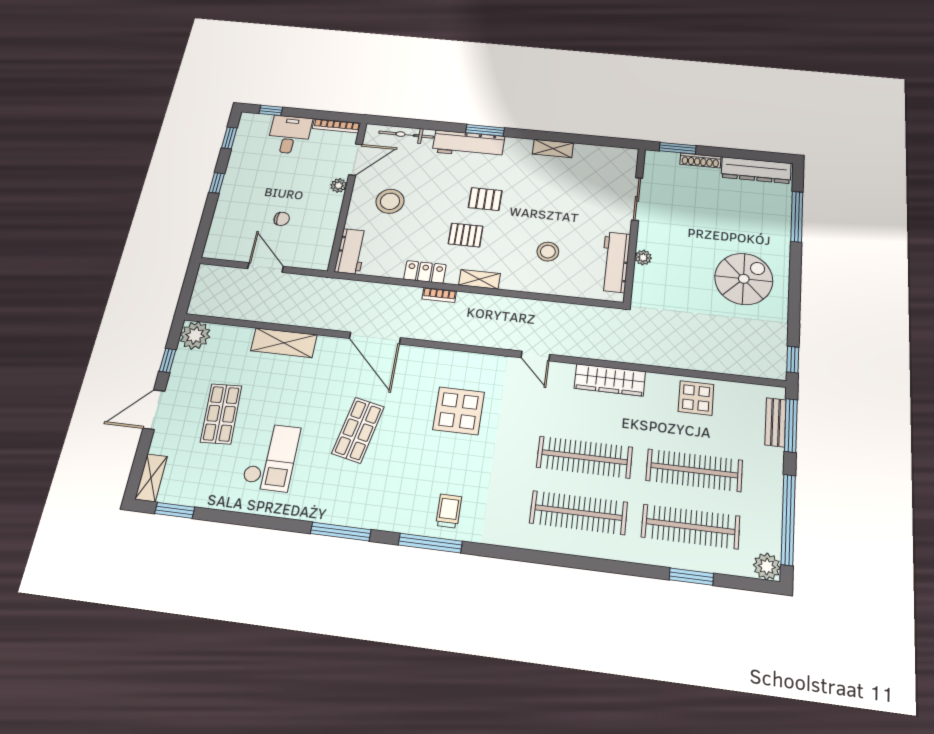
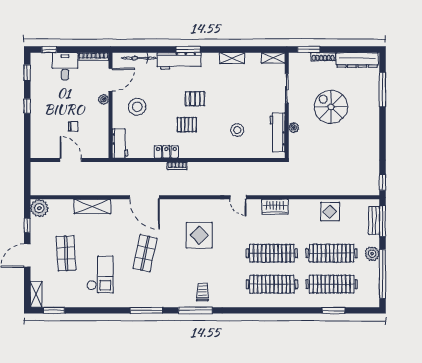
shelving: (479, 279) -> (273, 58), moved
spiral stairs: (744, 279) -> (331, 107), moved, turned -90
wardrobe: (610, 380) -> (275, 207), width x0.67
plant: (767, 566) -> (372, 254), moved

